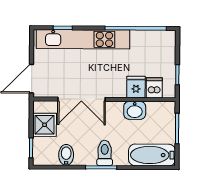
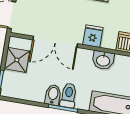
fridge: (136, 87) -> (93, 36), moved
bidet: (66, 155) -> (53, 95), moved

